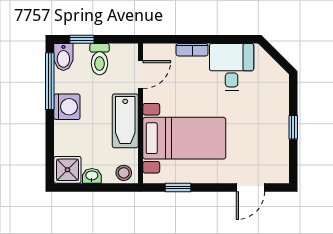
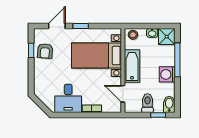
door: (141, 75) -> (123, 94), hinge flipped
window: (50, 81) -> (177, 60), moved
window: (293, 127) -> (31, 50), moved
armchair: (270, 146) -> (45, 51), added
window: (178, 187) -> (81, 26), moved

